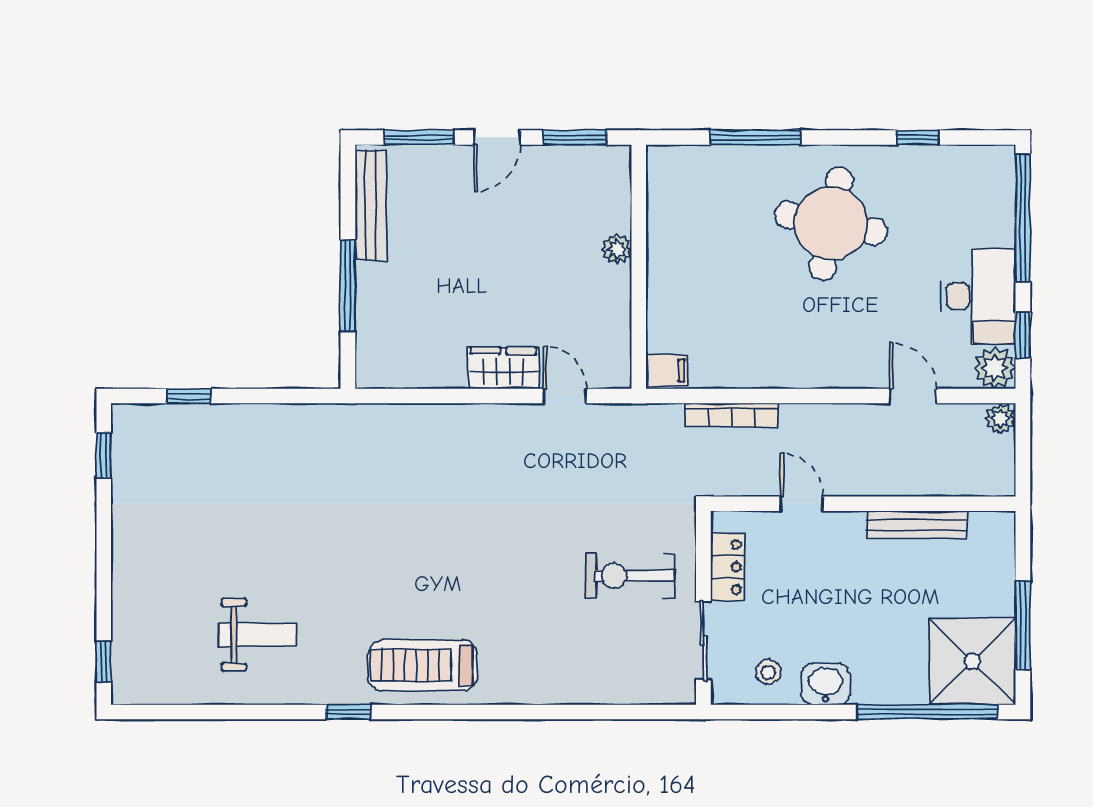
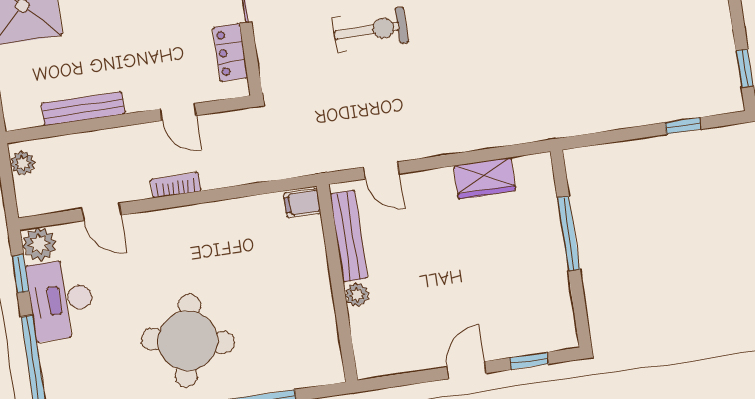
window: (419, 137) -> (529, 361), width x0.67
window: (575, 137) -> (404, 379), removed
bench: (371, 205) -> (349, 236), moved
wardrobe: (503, 368) -> (485, 178), moved
bookcase: (732, 415) -> (176, 185), moved, width x0.64
plant: (1000, 419) -> (23, 163), moved
exercise bike: (630, 576) -> (370, 30), moved

